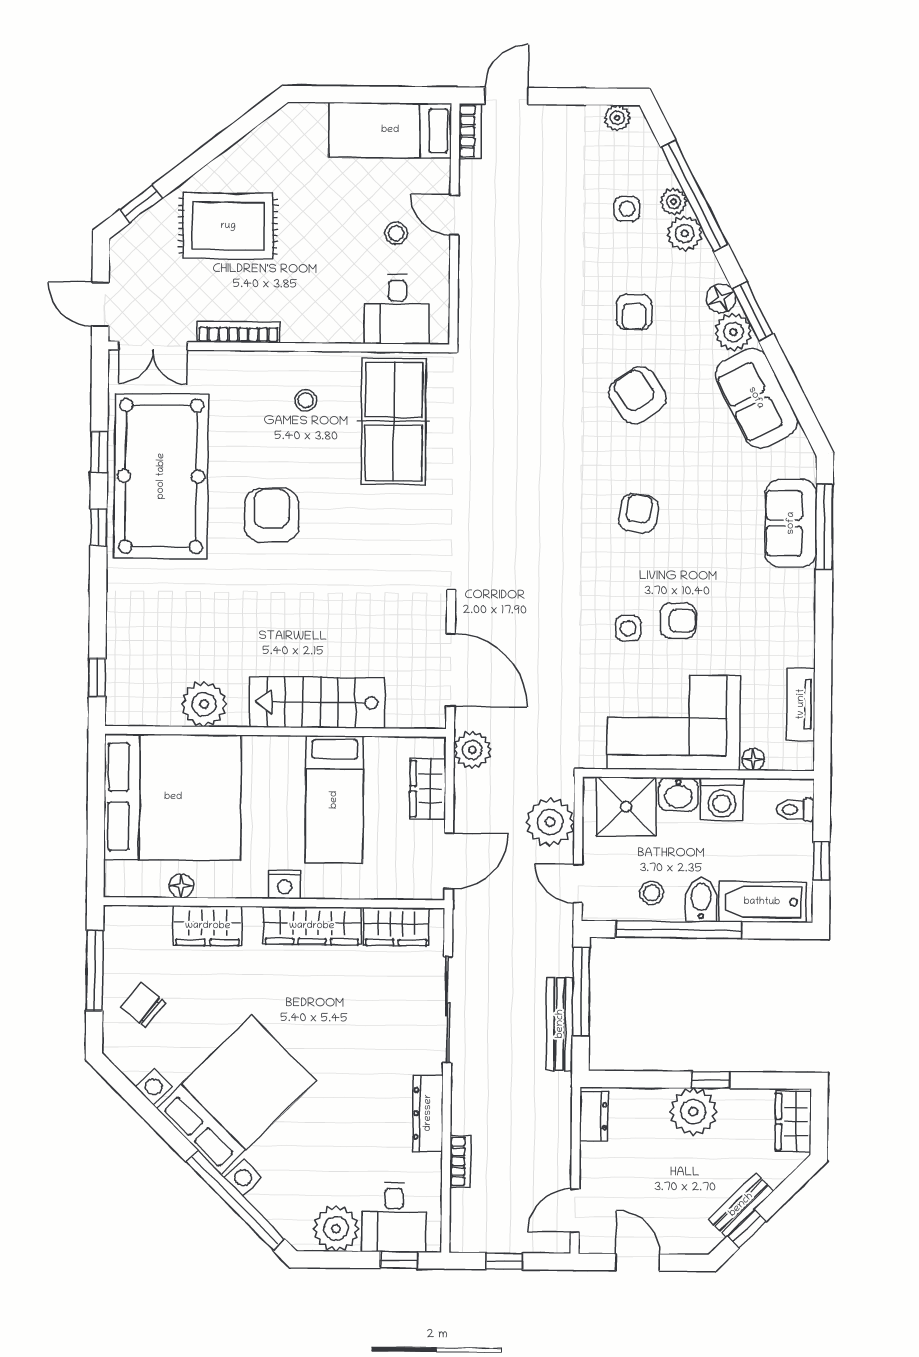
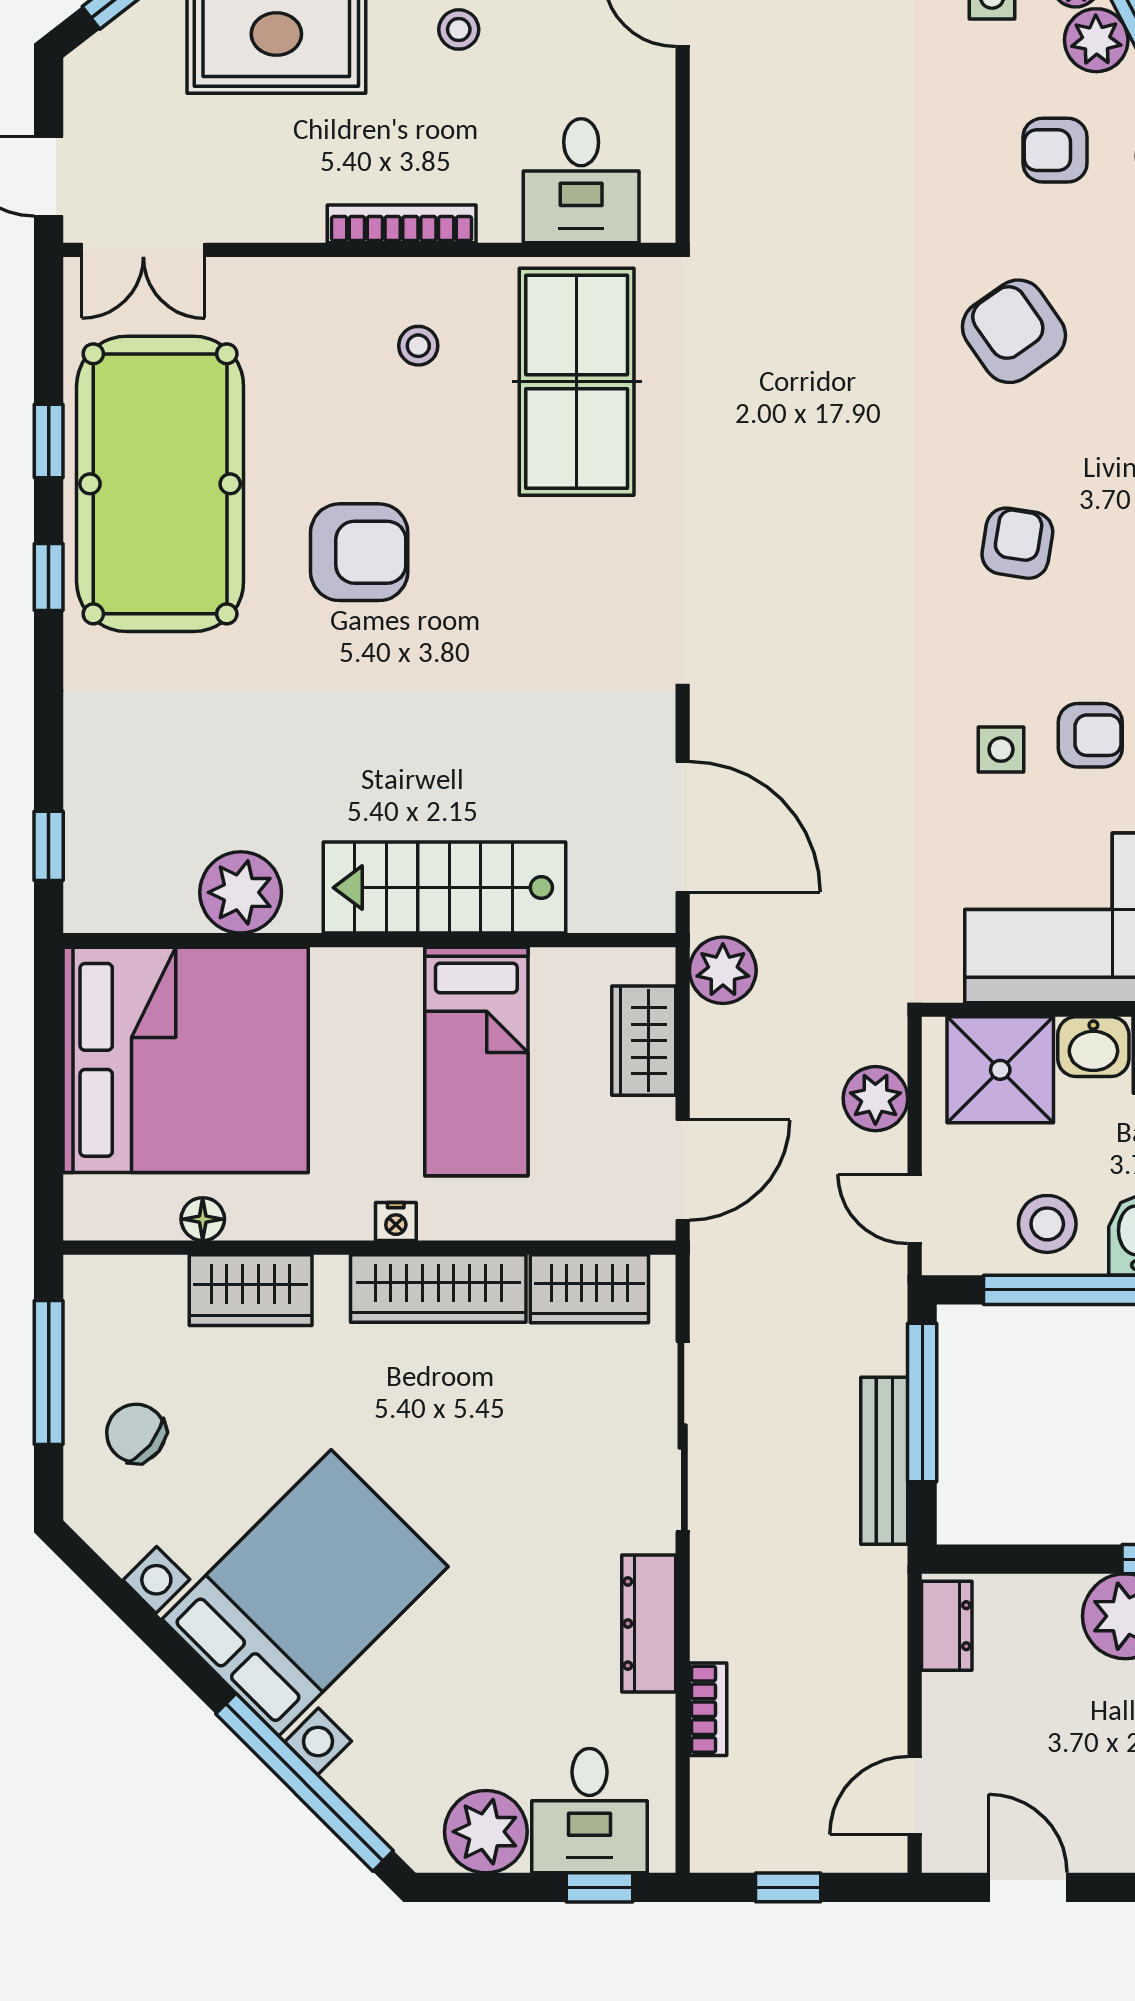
stool: (396, 233) -> (459, 29), moved
armchair: (634, 312) -> (1055, 150), moved, turned 90
bookcase: (238, 332) -> (402, 224), moved
armchair: (272, 515) -> (359, 552), turned 90
plant: (550, 822) -> (875, 1099), width x0.73, depth x0.73
nightstand: (284, 884) -> (396, 1222), width x0.72, depth x0.74
stool: (652, 893) -> (1047, 1224), width x1.37, depth x1.37

